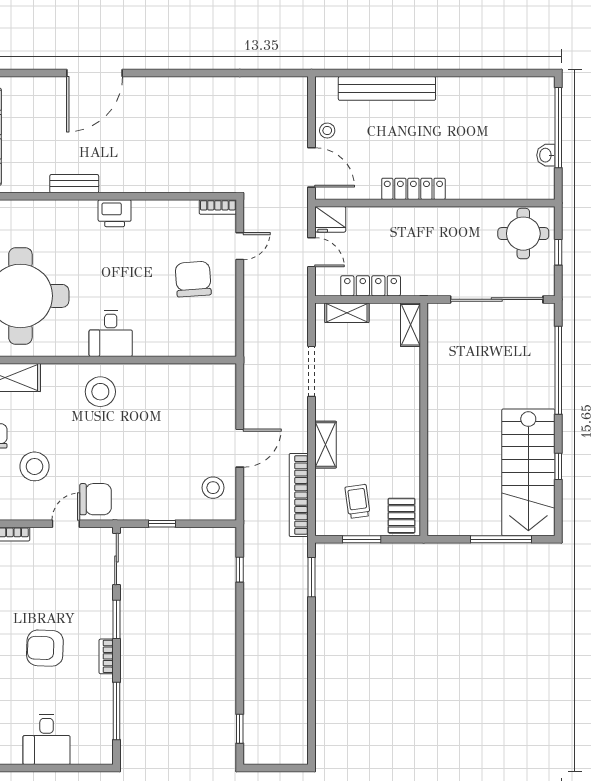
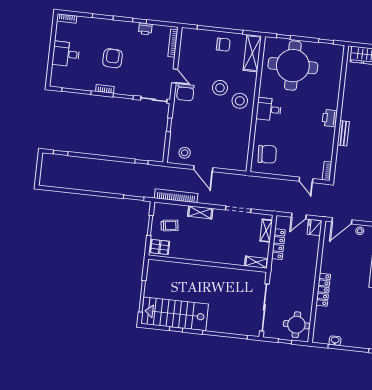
bench: (74, 184) -> (343, 133), moved
locker: (413, 189) -> (323, 290), moved
chair: (193, 279) -> (267, 154), moved
stool: (35, 466) -> (220, 88), moved

